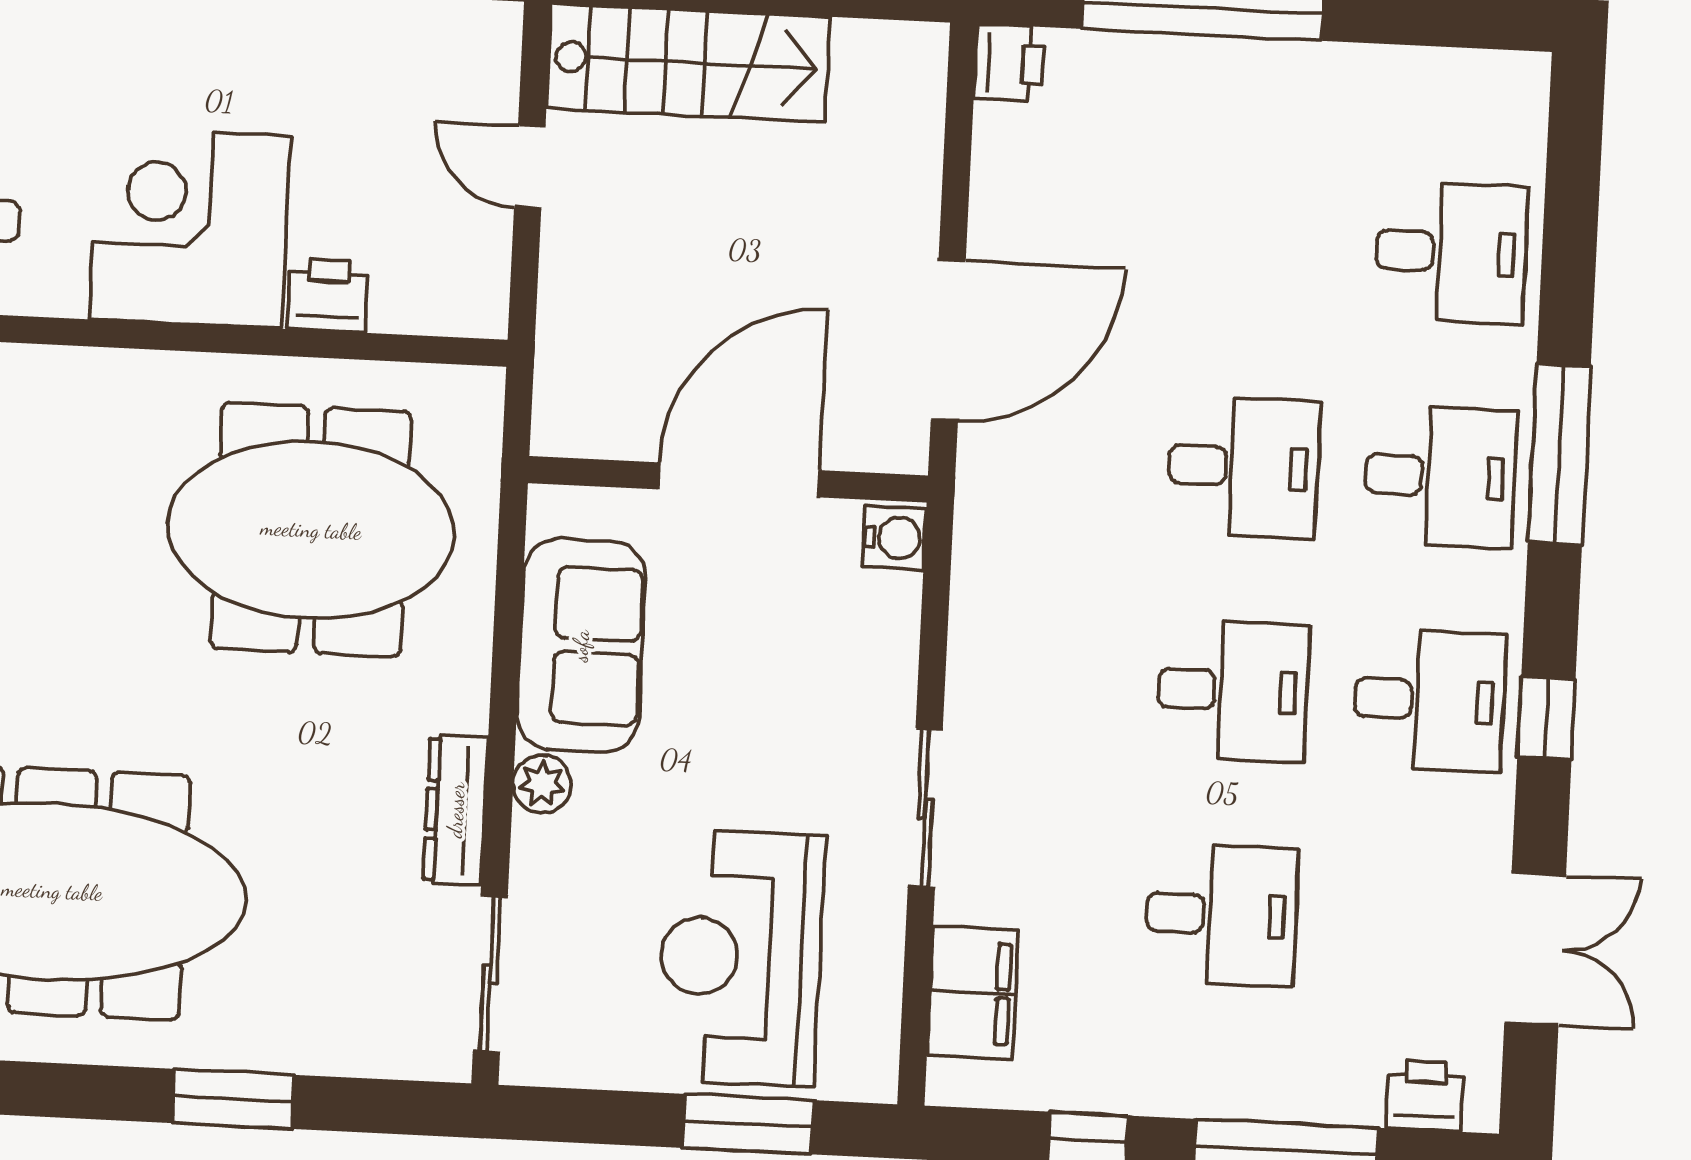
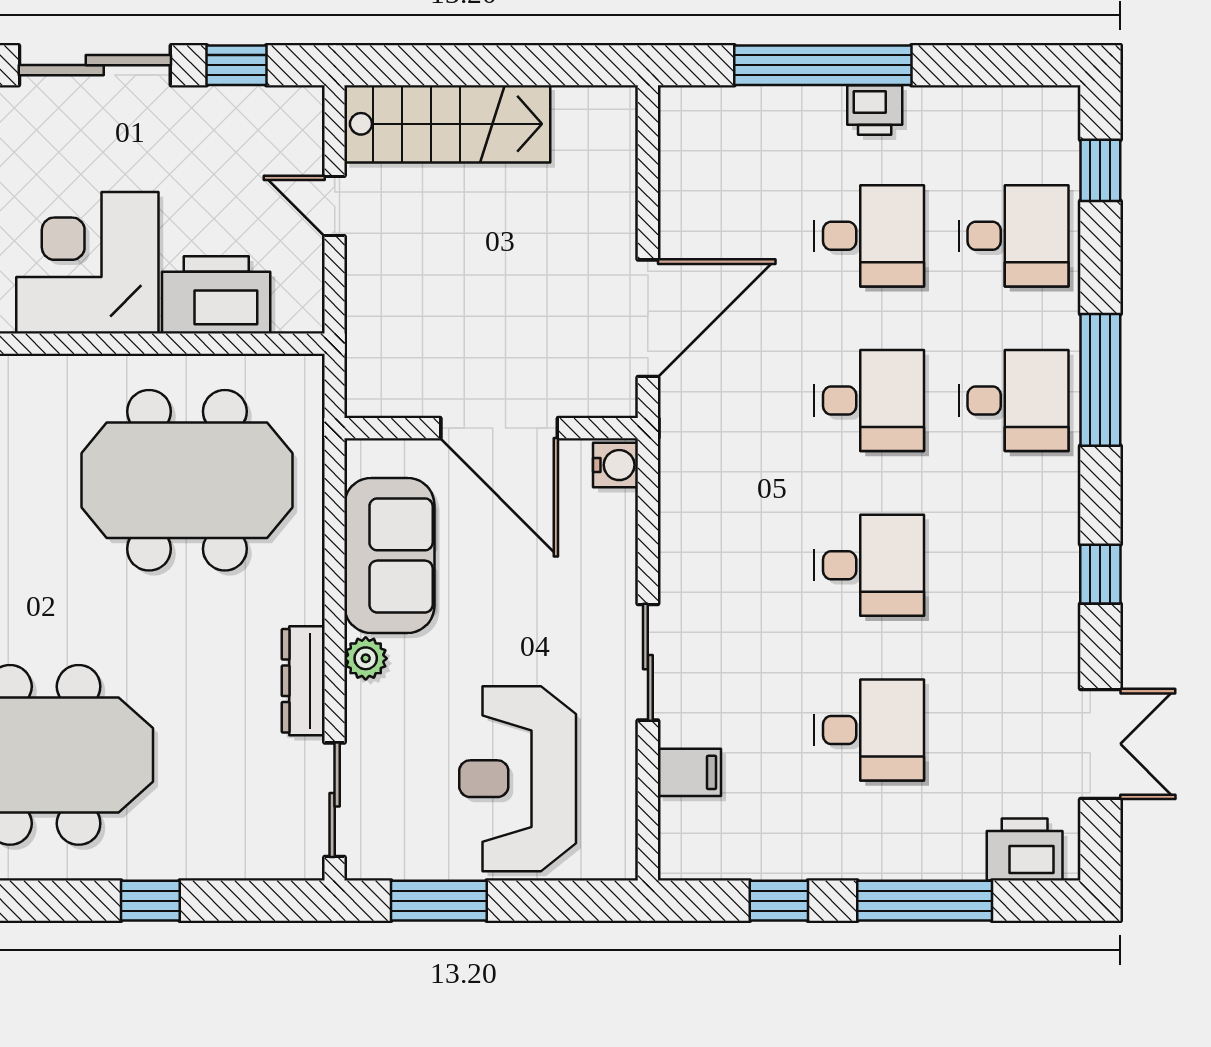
printer: (1009, 64) -> (875, 110), moved, turned 90
window: (1573, 169) -> (1100, 170), added
printer: (328, 295) -> (216, 295), width x1.87, depth x1.48
door: (739, 480) -> (499, 428), swing flipped
desk: (1429, 700) -> (869, 236), moved
filing cabinet: (973, 993) -> (689, 772), width x0.50
printer: (1425, 1096) -> (1025, 850), width x1.36, depth x1.24
window: (233, 1099) -> (150, 901), width x0.67
window: (748, 1124) -> (439, 901), moved

